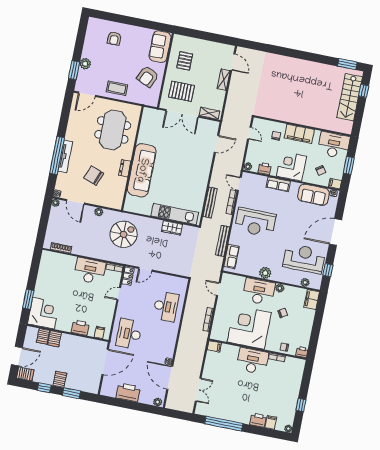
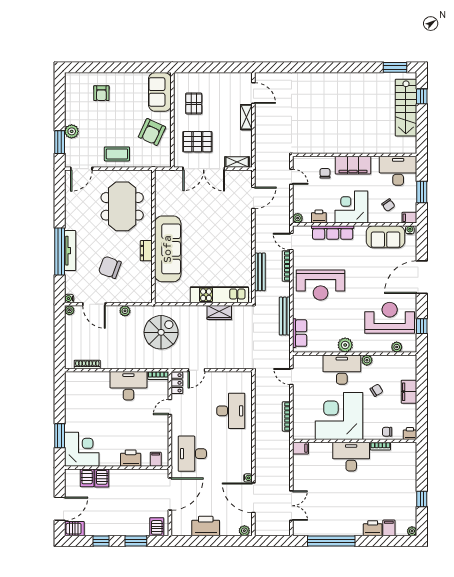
row of seats: (278, 184) -> (333, 233), width x1.48
filing cabinet: (312, 300) -> (409, 392), moved
server rack: (60, 379) -> (157, 527), moved

